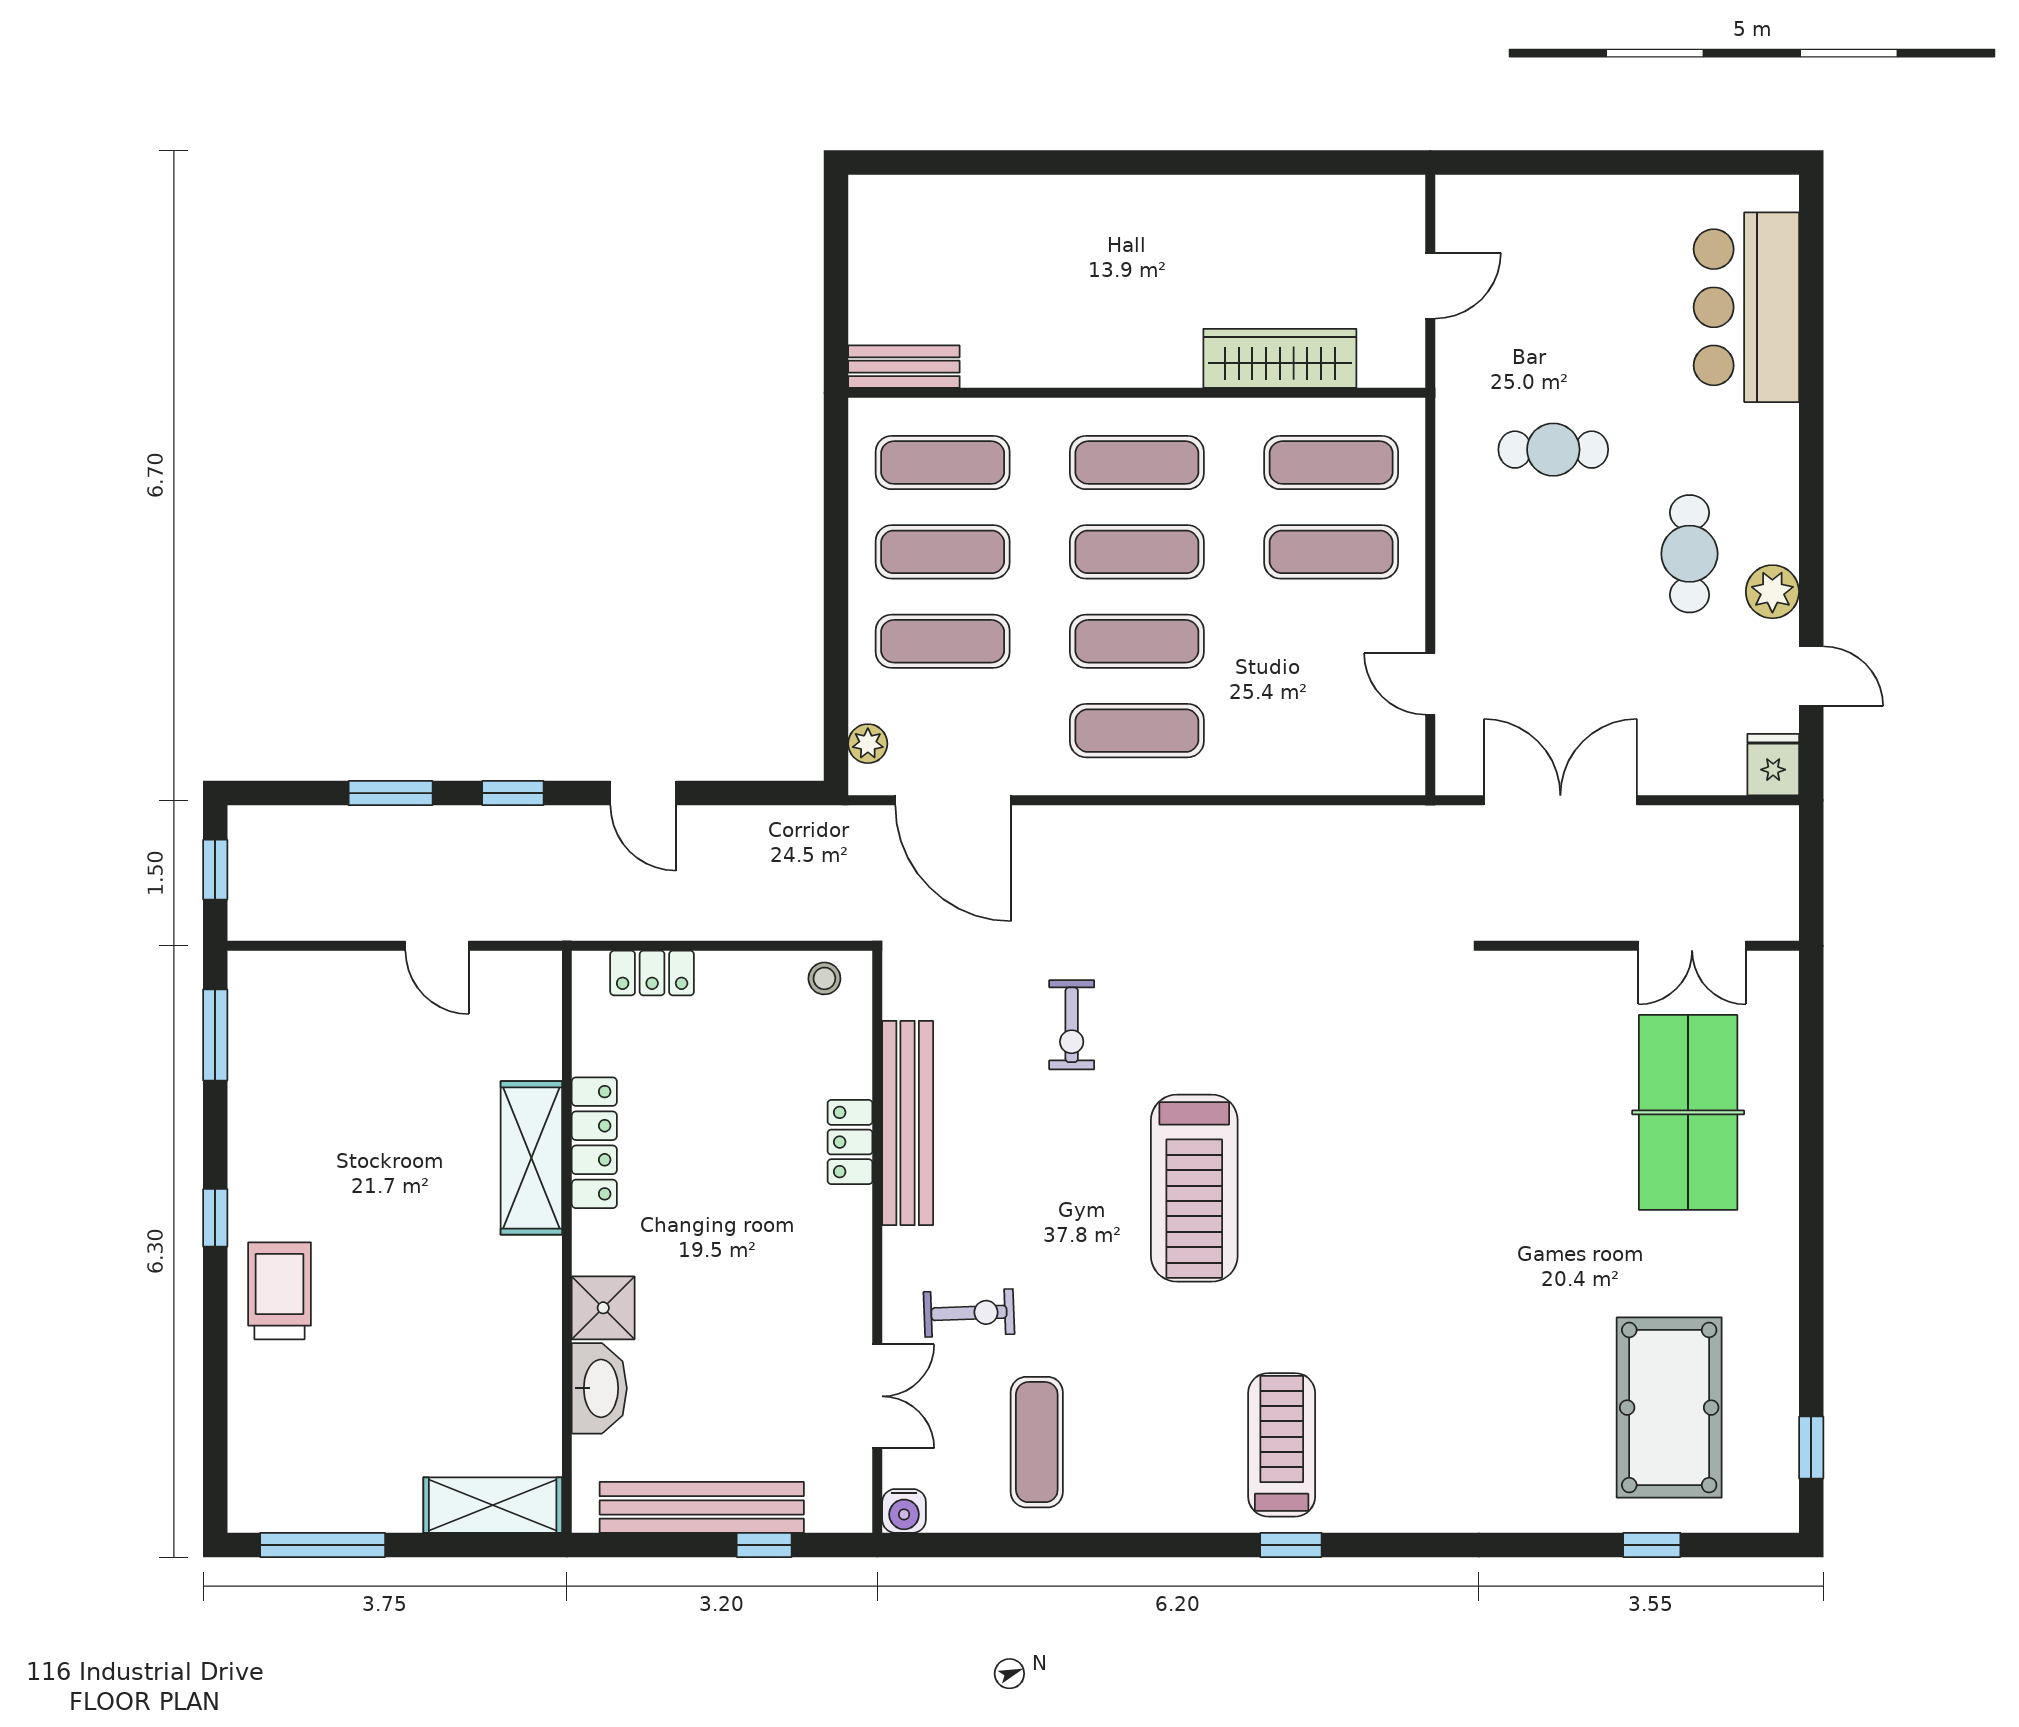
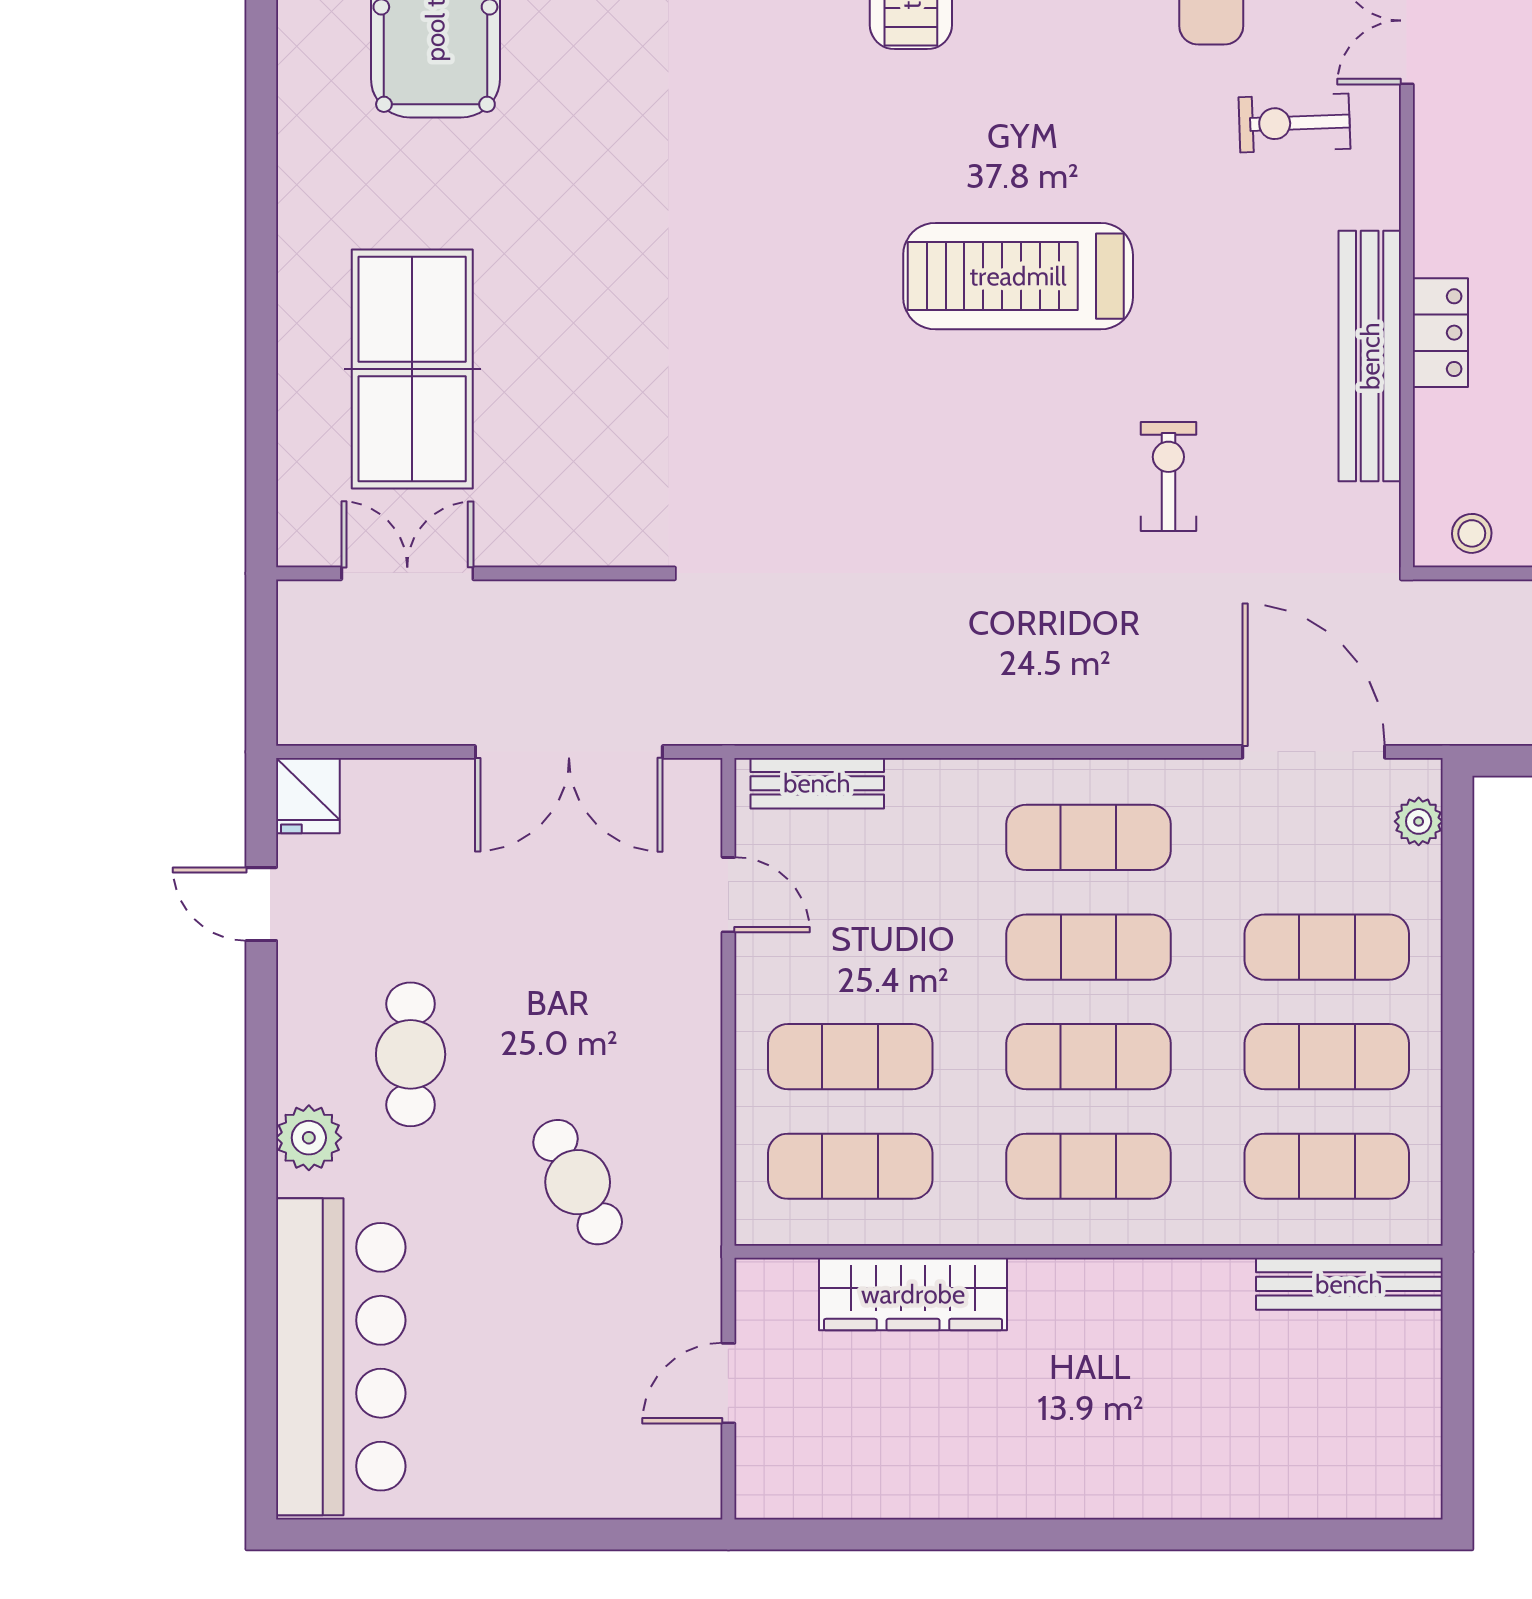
bar counter: (1746, 307) -> (341, 1357), width x1.36
bench: (904, 367) -> (1349, 1284), width x1.36
cafe table: (1553, 450) -> (578, 1182), turned 62
plant: (1772, 592) -> (309, 1138), moved
bench: (1358, 775) -> (817, 783), added
treadmill: (1194, 1188) -> (1018, 276), turned -90

